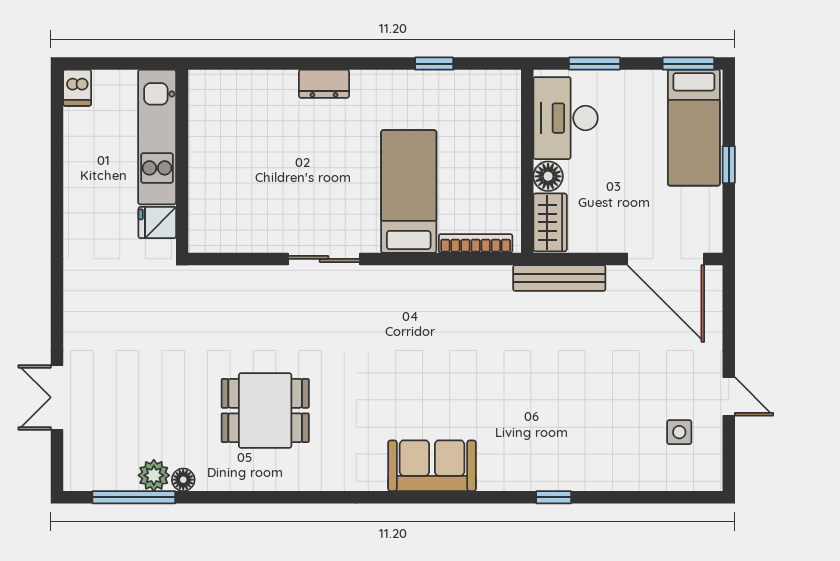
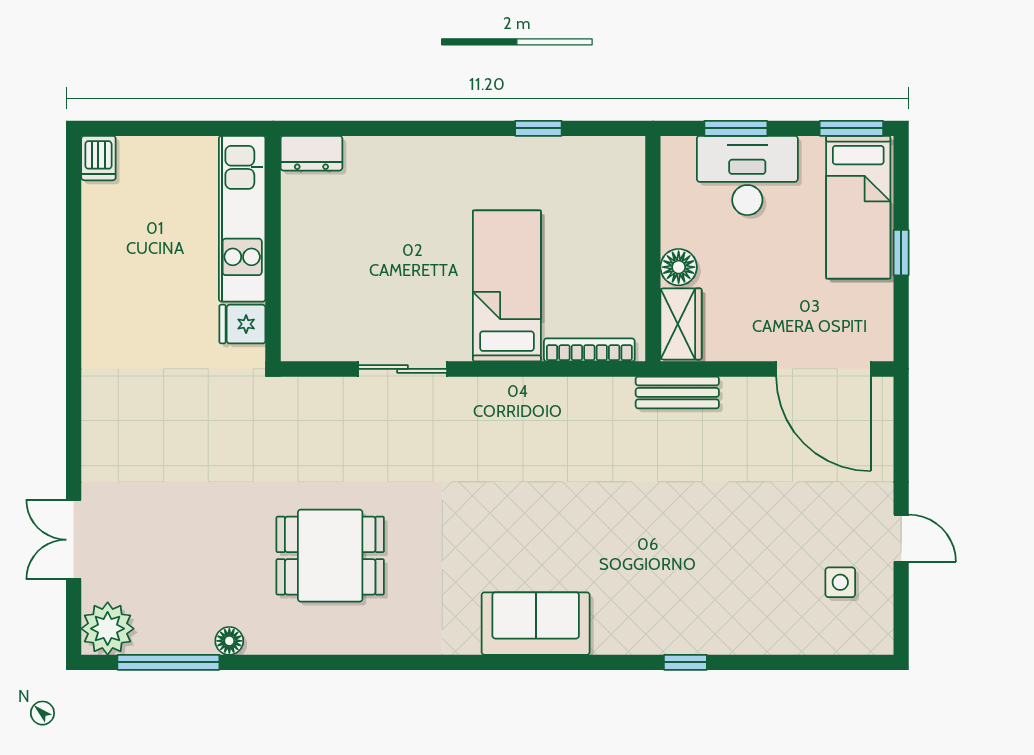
dresser: (324, 84) -> (311, 153), moved
desk: (565, 118) -> (747, 175), moved, turned 90
kitchen unit: (157, 137) -> (242, 219), moved
wall: (182, 161) -> (273, 249), moved
fridge: (157, 222) -> (242, 324), moved
bench: (559, 278) -> (677, 392), width x0.73
plant: (154, 475) -> (108, 629), moved, width x1.36, depth x1.36

